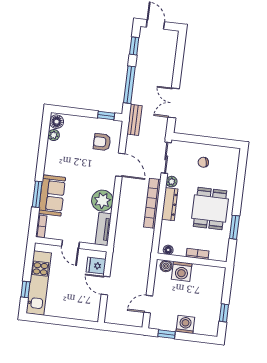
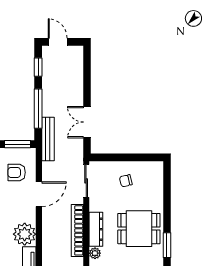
window: (106, 115) -> (17, 144), width x1.50
bench: (134, 120) -> (48, 139), width x1.36
door: (120, 165) -> (39, 194), hinge flipped
plant: (172, 182) -> (95, 253), moved
dining table: (210, 209) -> (139, 229), turned 90

